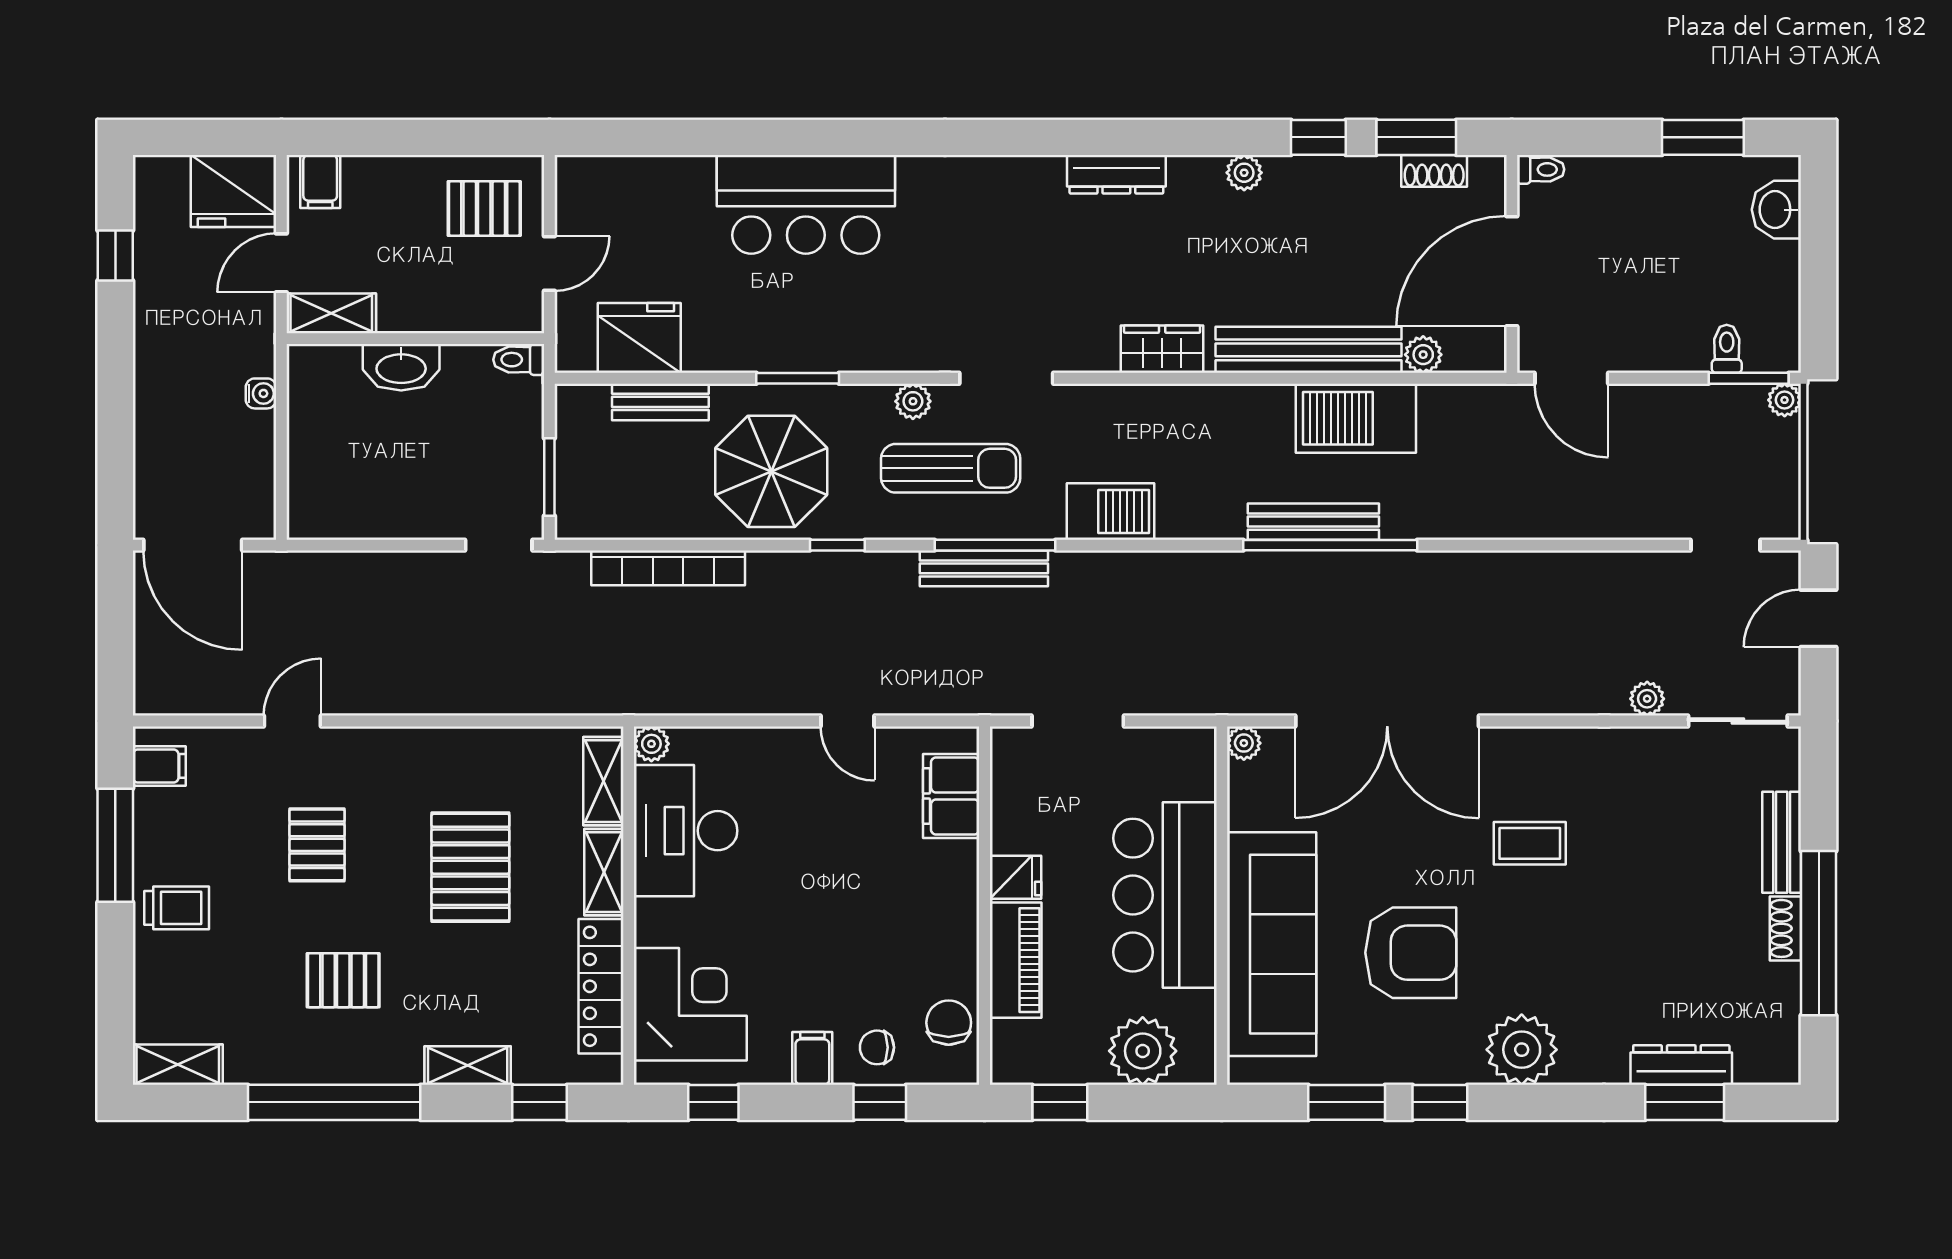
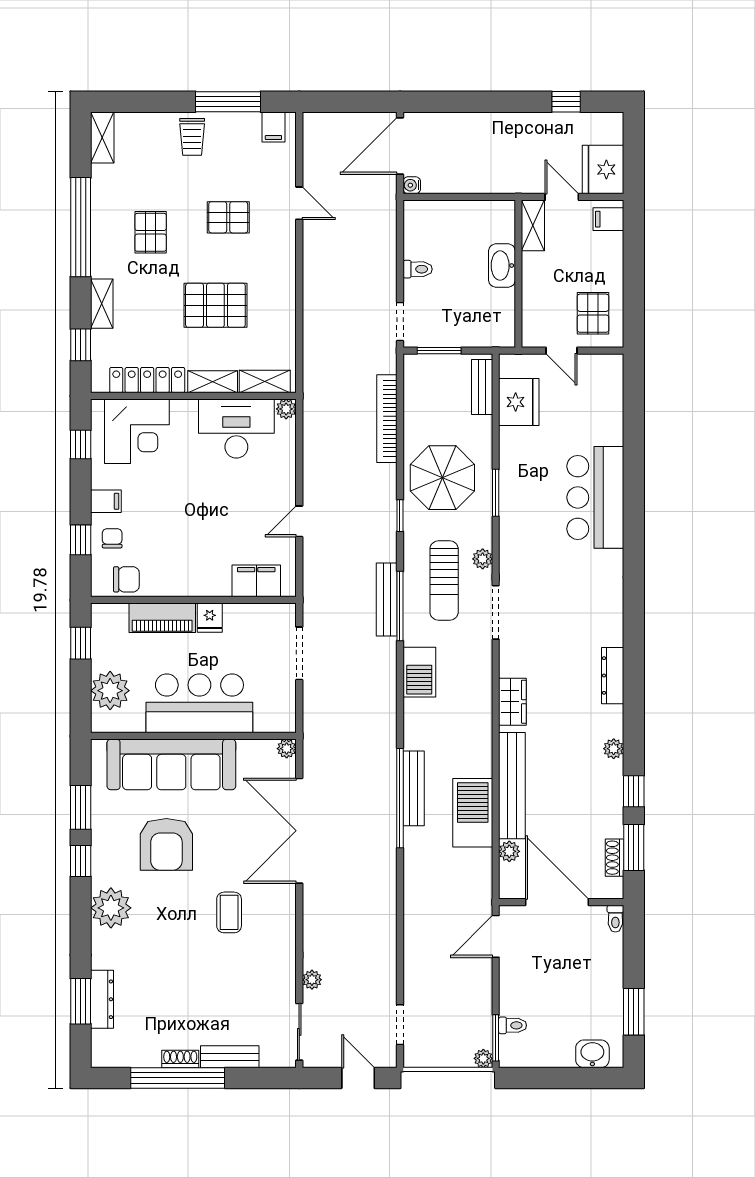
toilet: (519, 360) -> (418, 269), moved, turned 90
water cooler: (261, 393) -> (412, 185), moved, turned 90
bench: (660, 402) -> (482, 387), moved

